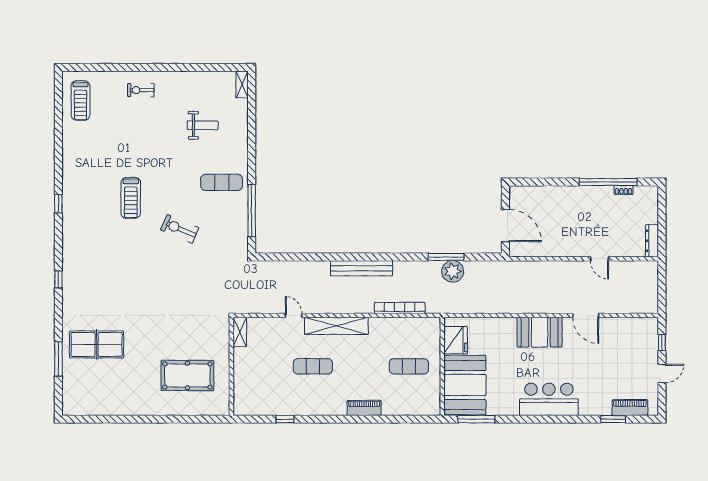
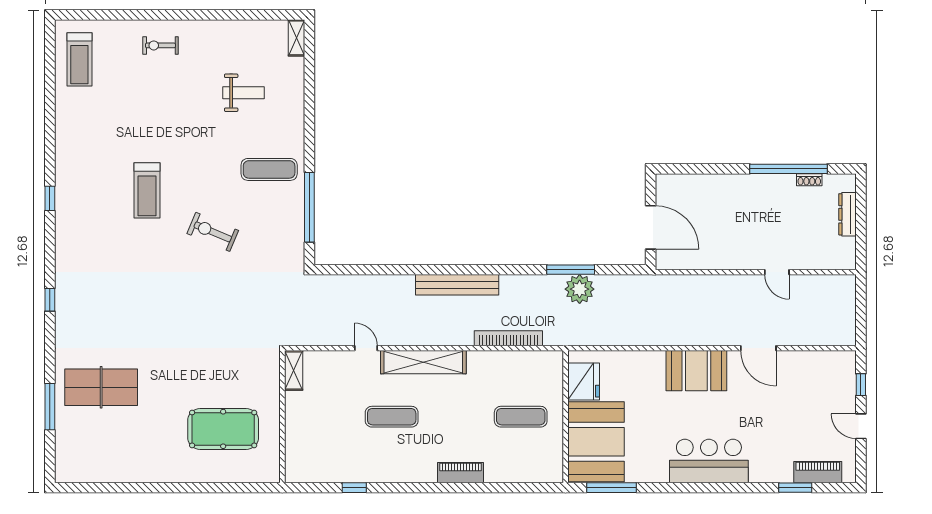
dresser: (652, 241) -> (847, 214), moved
door: (662, 373) -> (861, 426), swing flipped

